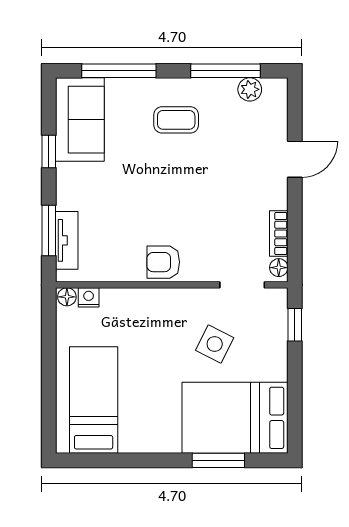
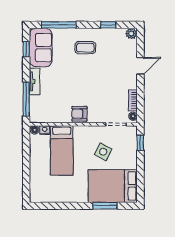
window: (225, 71) -> (108, 25), width x0.46
plant: (250, 89) -> (131, 34), moved
window: (49, 151) -> (26, 49), moved
window: (49, 231) -> (26, 99), width x1.44
tv unit: (67, 240) -> (35, 81), moved
bed: (94, 400) -> (62, 150), moved, turned 180

